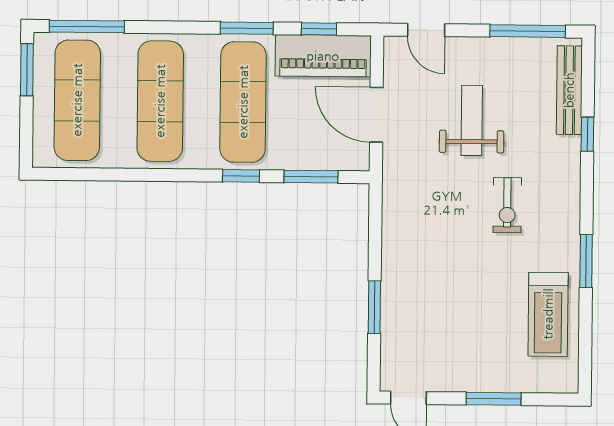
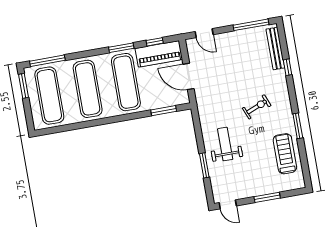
weight bench: (472, 120) -> (225, 144), moved
window: (241, 176) -> (131, 116), removed
exercise bike: (507, 205) -> (257, 107), turned -112
treadmill: (548, 314) -> (285, 154), turned 180

